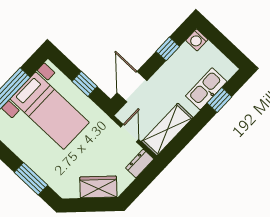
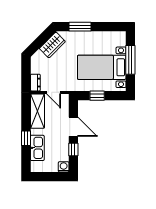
door: (132, 87) -> (73, 127), moved
window: (219, 100) -> (26, 138), moved
wardrobe: (98, 187) -> (52, 45), moved

